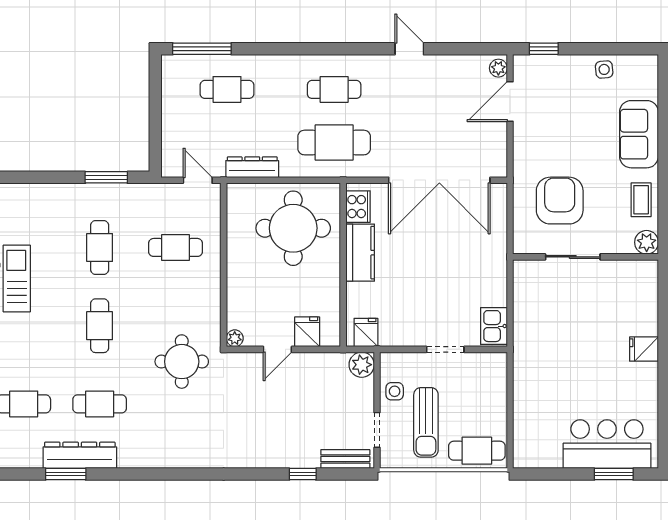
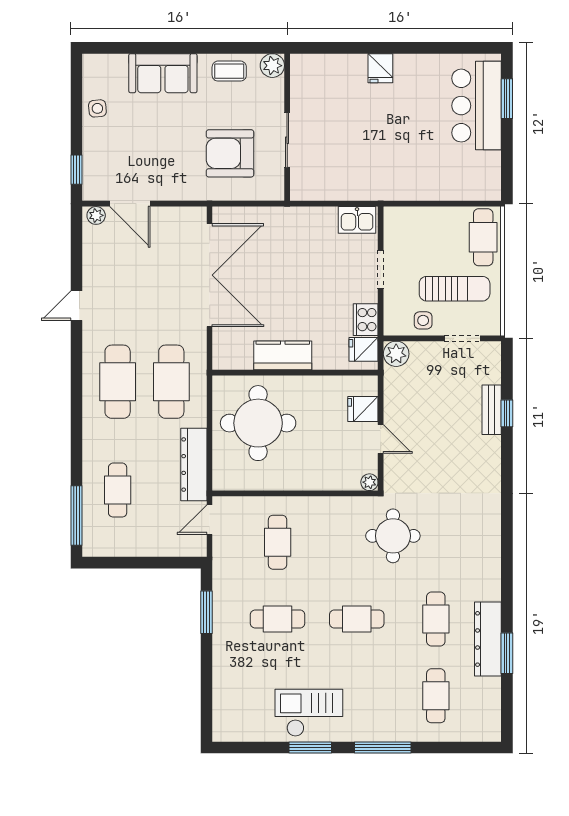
cafe table: (334, 89) -> (118, 382), width x1.37, depth x1.35
dresser: (252, 167) -> (194, 465), width x1.37, depth x1.24
cooker: (358, 207) -> (366, 320), moved, turned -90
bench: (345, 459) -> (492, 410), moved

